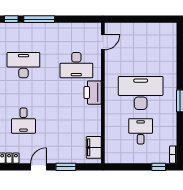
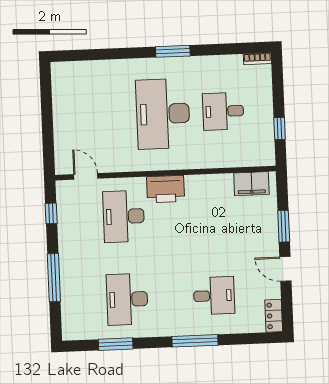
window: (11, 19) -> (51, 213), moved
desk: (76, 65) -> (124, 216), turned 180
window: (159, 167) -> (280, 128), moved

